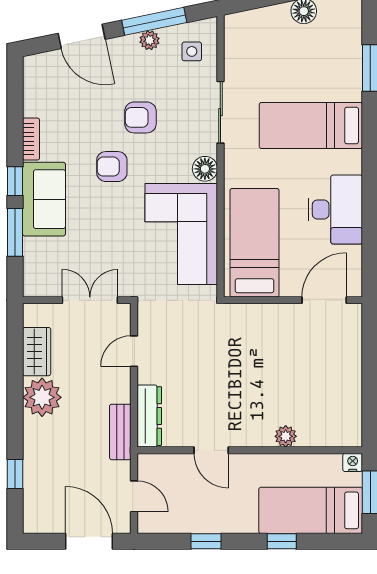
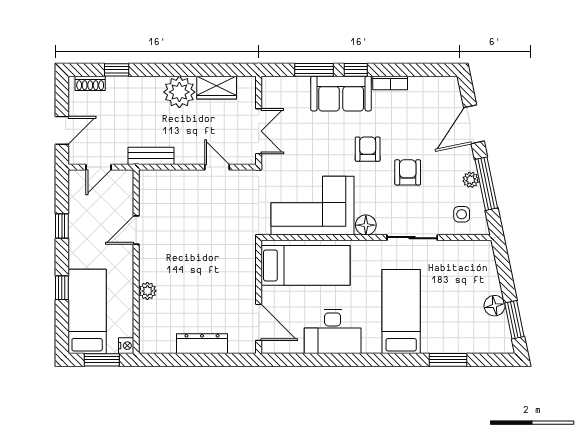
dresser: (149, 416) -> (202, 344), moved, turned 180
shoe rack: (31, 506) -> (90, 83), added
door: (89, 541) -> (62, 130), width x0.73

